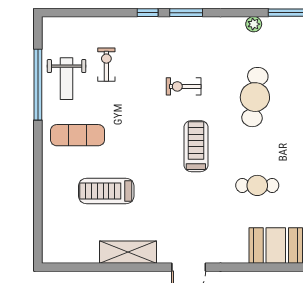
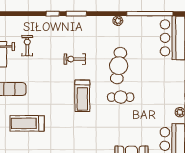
treadmill: (196, 146) -> (82, 96), turned 180
cafe table: (257, 185) -> (121, 97), moved

